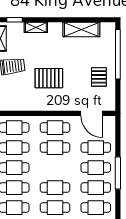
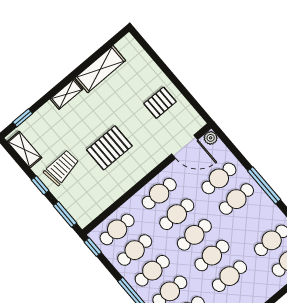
shelving: (36, 27) -> (67, 94), moved
window: (118, 54) -> (160, 63), removed
pallet: (99, 77) -> (160, 103), turned 90
plant: (110, 121) -> (211, 138), added
cafe table: (96, 188) -> (194, 235), moved

